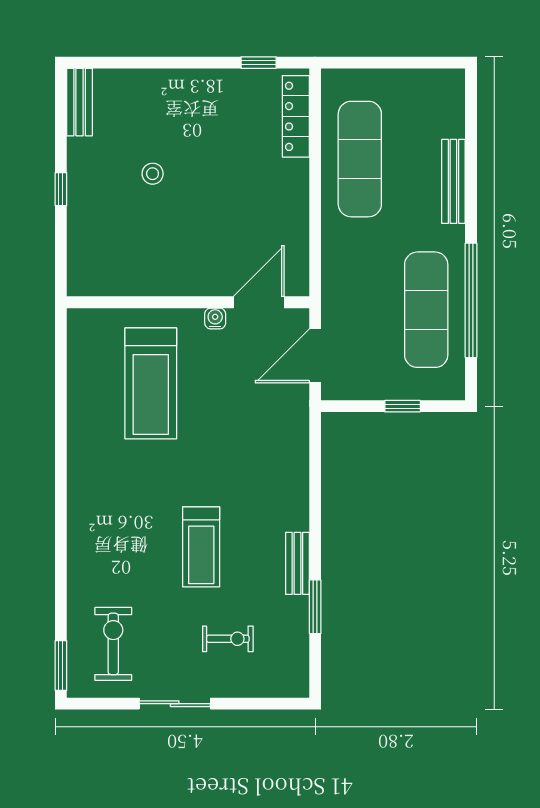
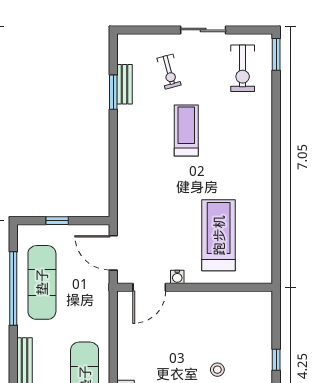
door: (315, 356) -> (113, 253), swing flipped
bench: (297, 563) -> (125, 84), moved
exercise bike: (228, 639) -> (169, 72), turned -105

